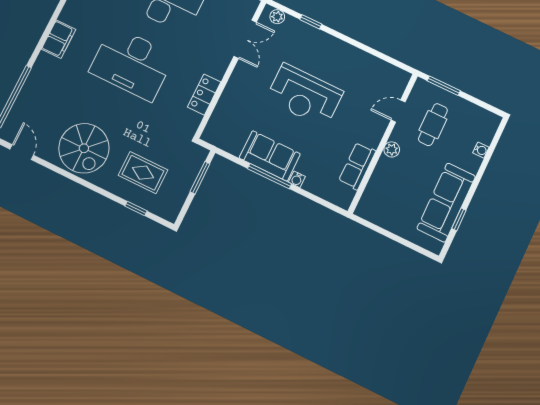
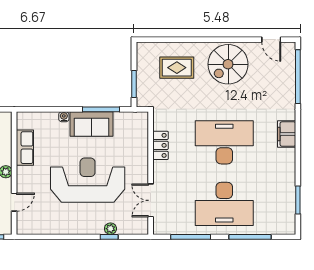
plant: (277, 17) -> (110, 229), moved
reception desk: (304, 96) -> (88, 180), width x1.36, depth x1.30
spiral stairs: (84, 148) -> (228, 64), turned -90
window: (270, 176) -> (101, 109), moved
window: (136, 208) -> (169, 40), removed

